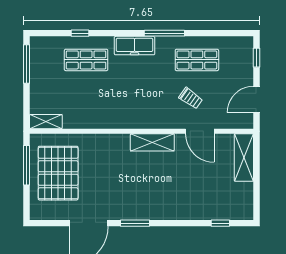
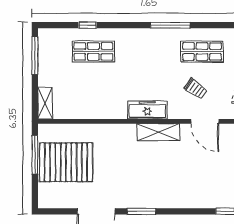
freezer: (135, 46) -> (147, 110), moved, turned 180
shelving: (46, 122) -> (45, 103), moved, turned 90
pallet: (58, 173) -> (66, 162), turned 90

